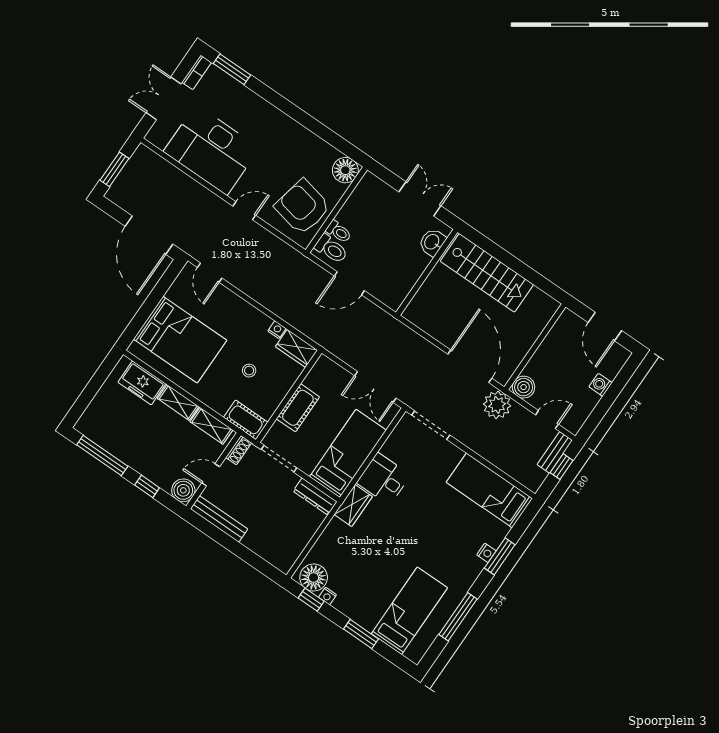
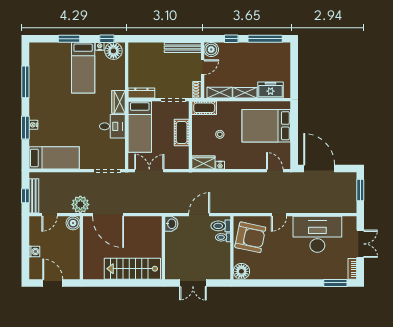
washbasin: (432, 242) -> (171, 224), moved
bench: (555, 452) -> (34, 196), width x1.36
bed: (409, 611) -> (83, 68), moved

